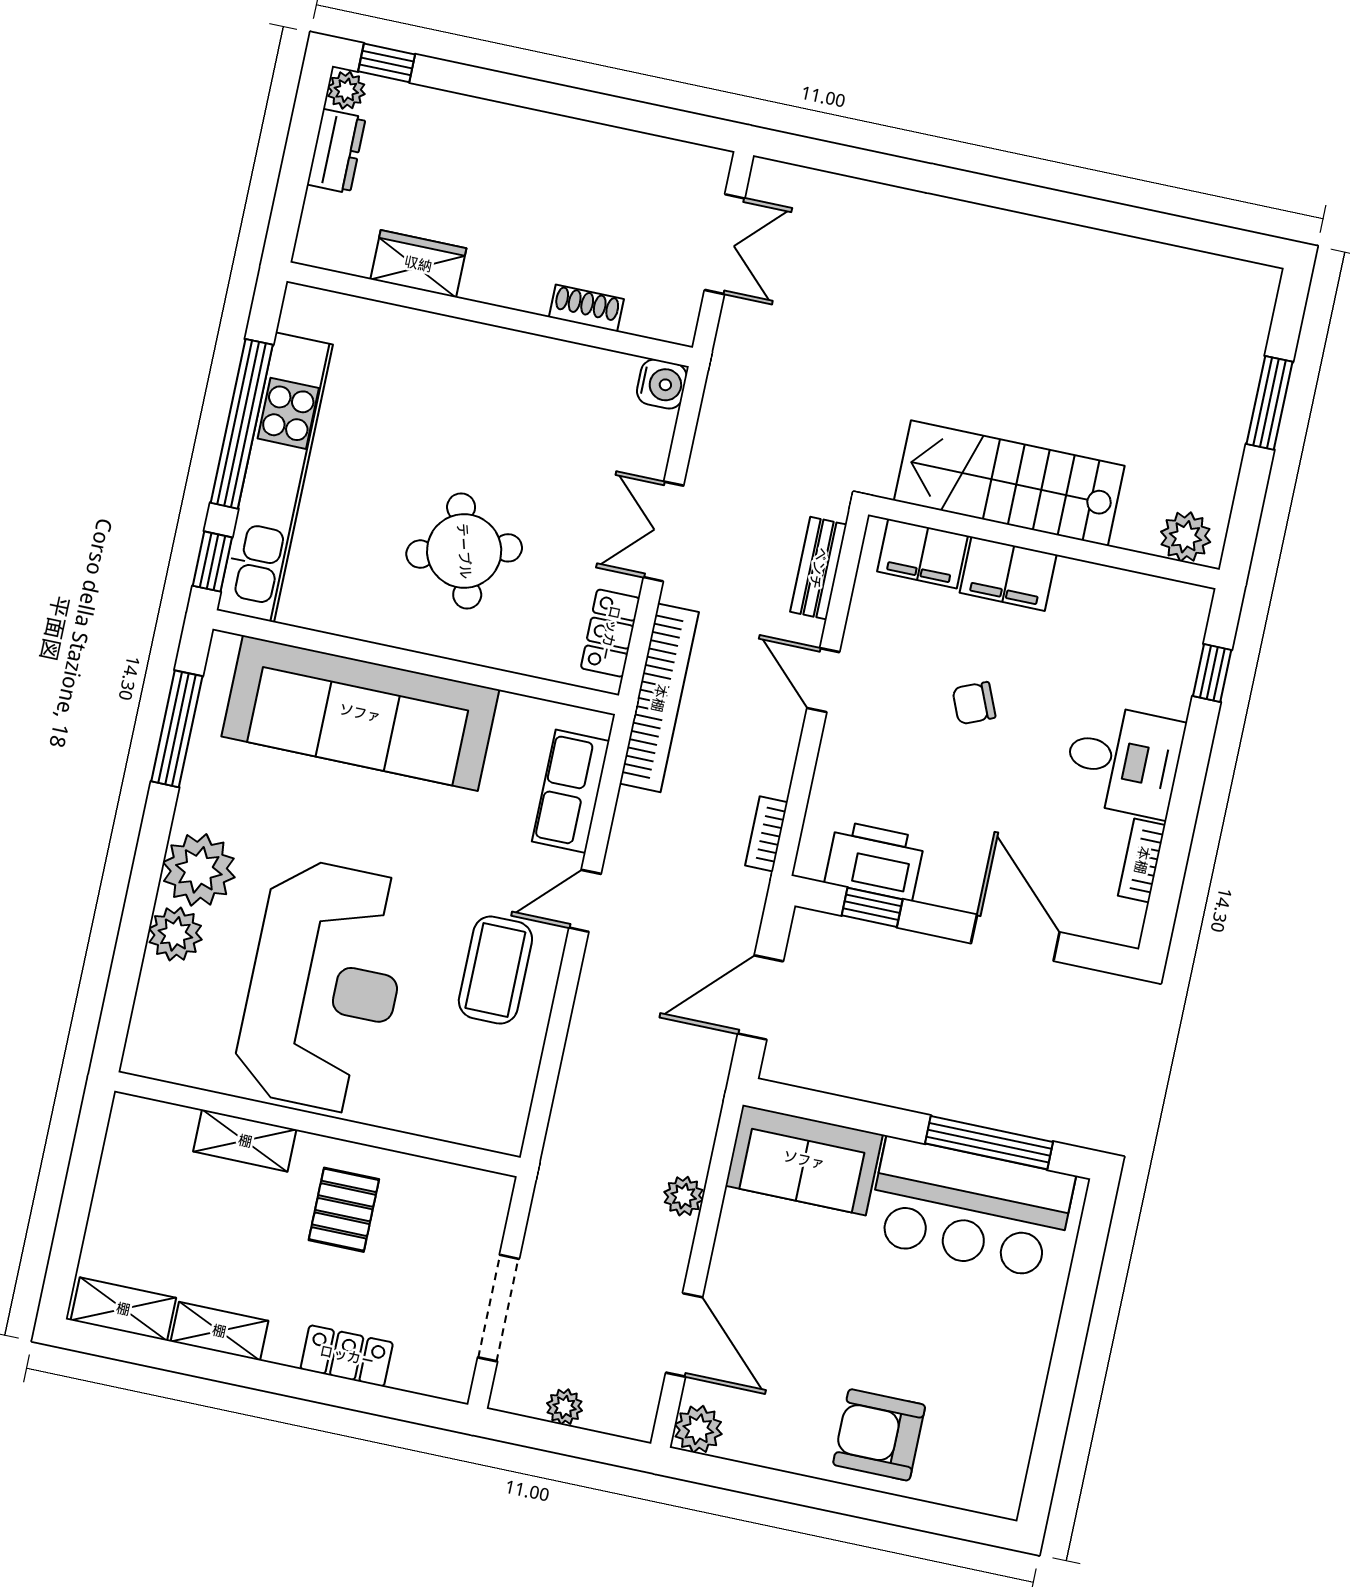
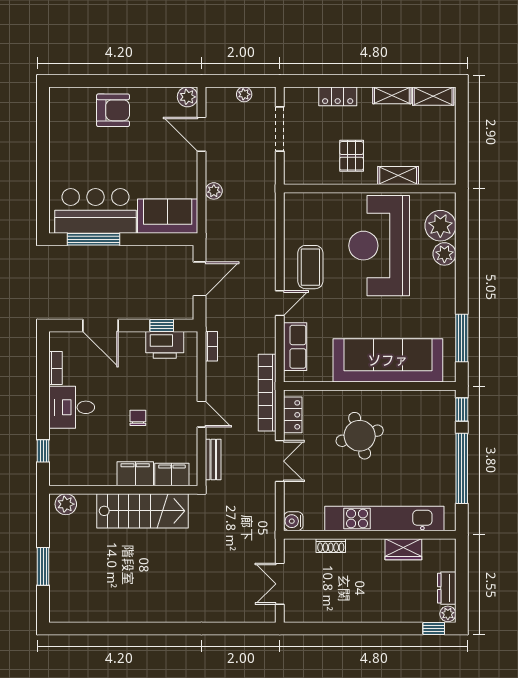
kitchen unit: (275, 477) -> (384, 519), moved, turned 90
chair: (974, 703) -> (138, 418), turned -67
plant: (199, 870) -> (440, 226), moved

